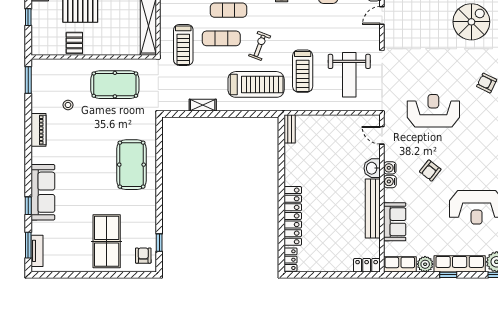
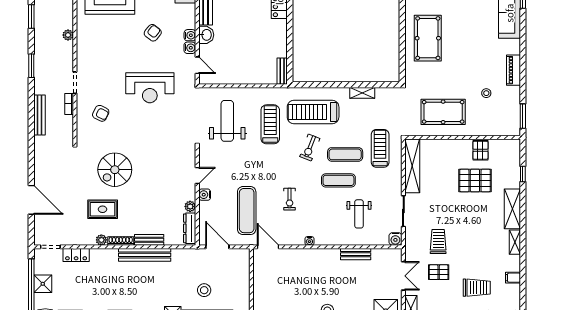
water cooler: (390, 181) -> (190, 48), moved

